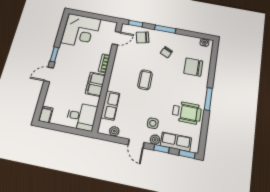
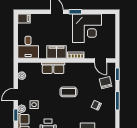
corner desk: (81, 31) -> (87, 28), moved, turned -90
row of seats: (110, 105) -> (53, 68), moved

